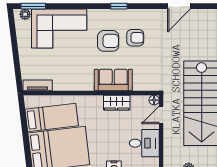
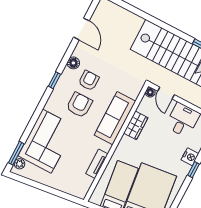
floor lamp: (144, 15) -> (73, 63), added
sofa: (113, 80) -> (115, 118), width x1.36
tv unit: (38, 85) -> (97, 164), moved

